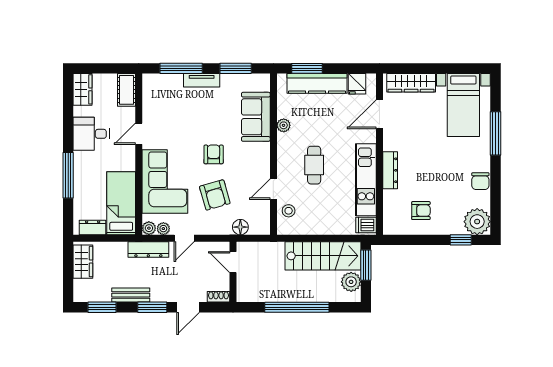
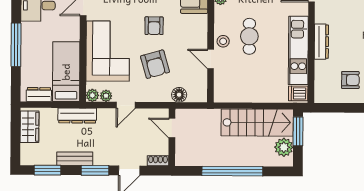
armchair: (214, 154) -> (154, 26), turned 180
door: (273, 189) -> (211, 59), hinge flipped
stool: (289, 211) -> (223, 41), moved
dresser: (148, 250) -> (77, 116), moved

